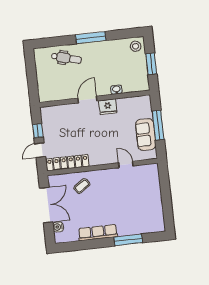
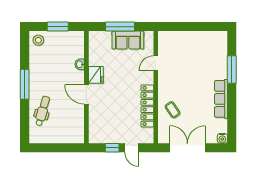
locker: (68, 163) -> (147, 106), moved
water cooler: (58, 227) -> (222, 138), moved

